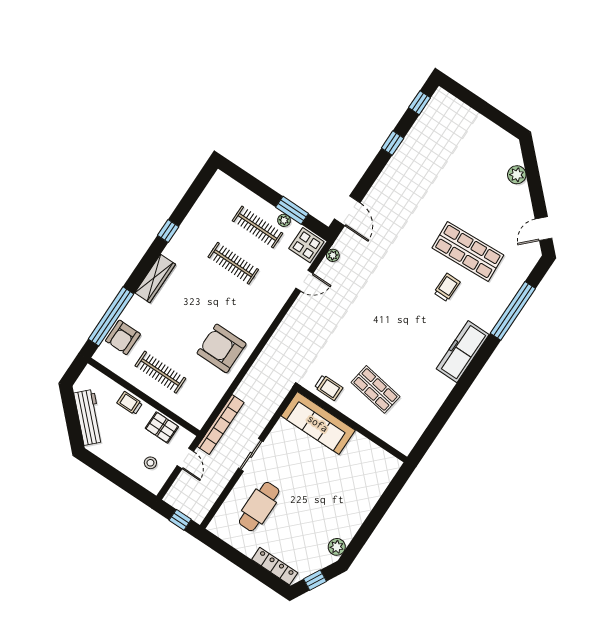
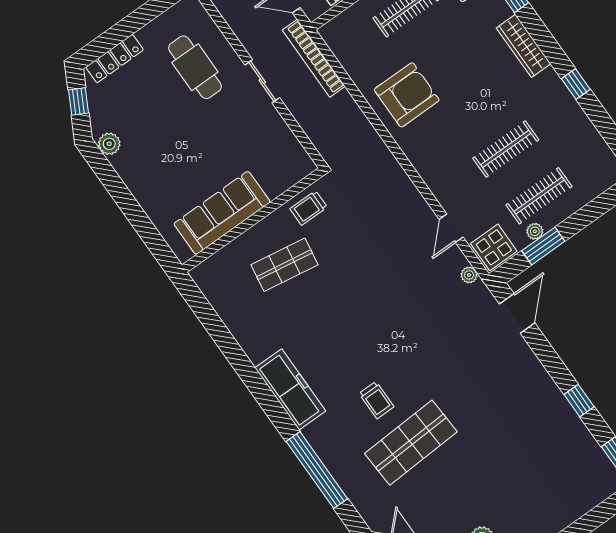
door: (347, 211) -> (517, 313), swing flipped
sofa: (318, 423) -> (222, 213), moved

